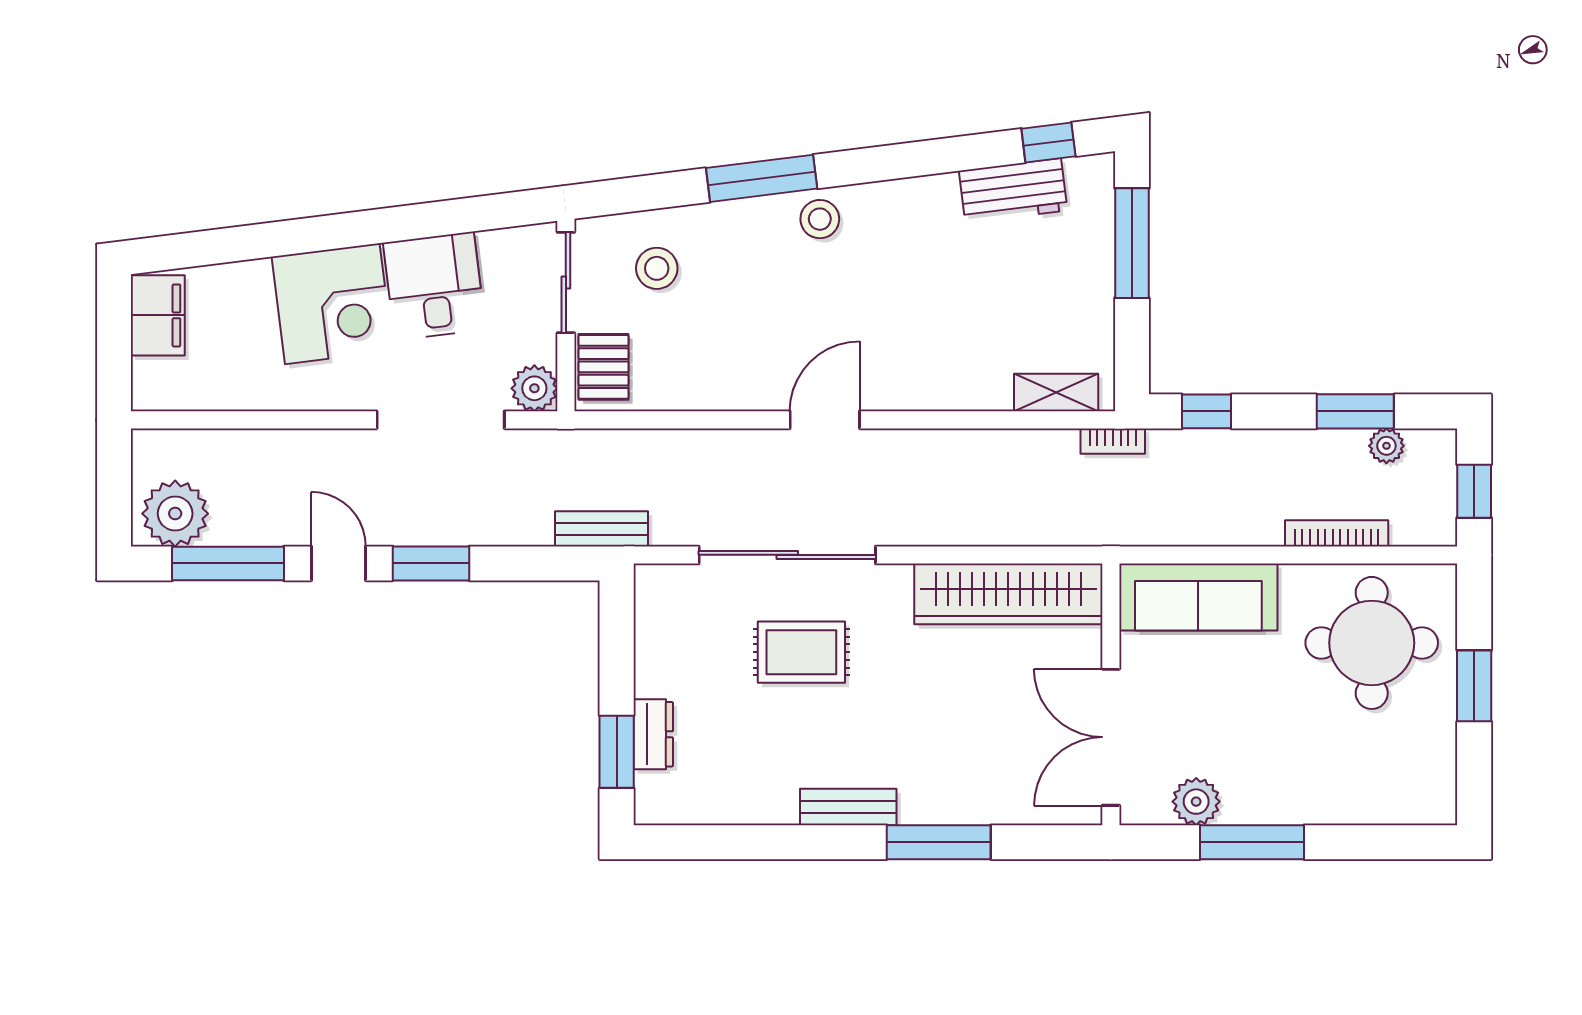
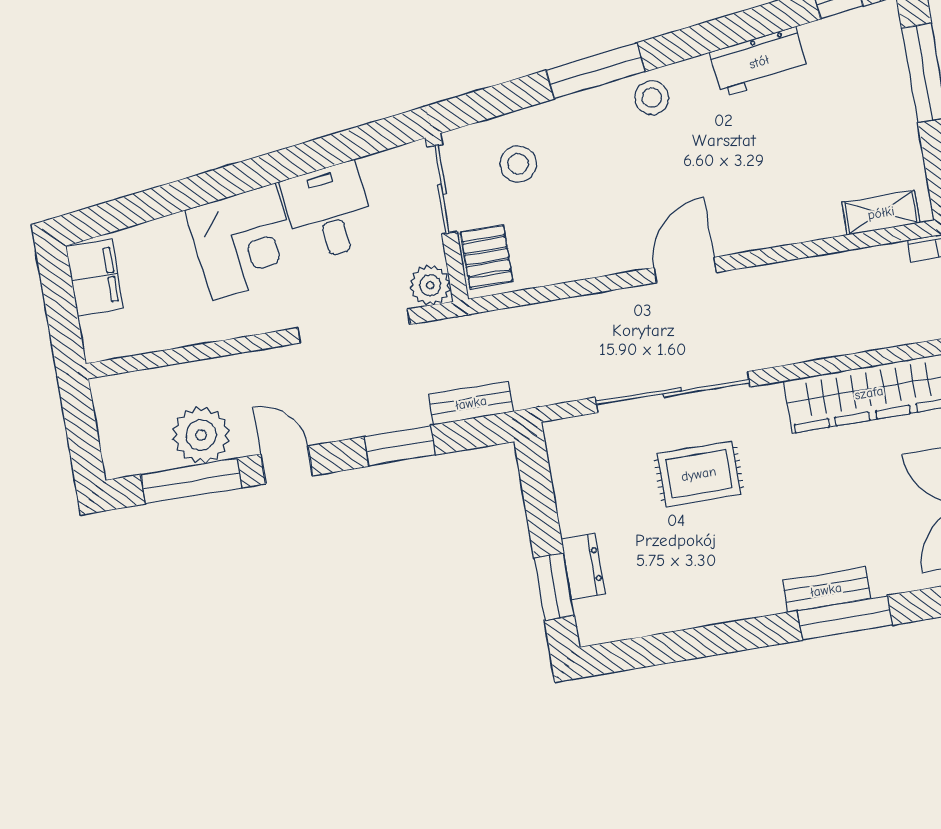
workbench: (1013, 191) -> (759, 62), moved
plant: (175, 514) -> (201, 435), moved
bench: (601, 529) -> (471, 403), moved
window: (431, 563) -> (400, 446), moved
bench: (848, 807) -> (826, 590), moved

